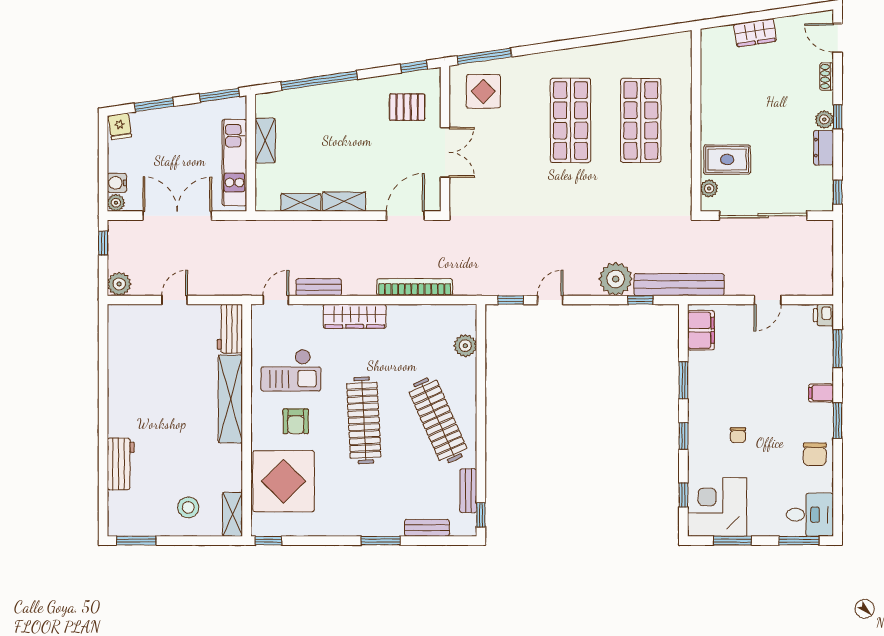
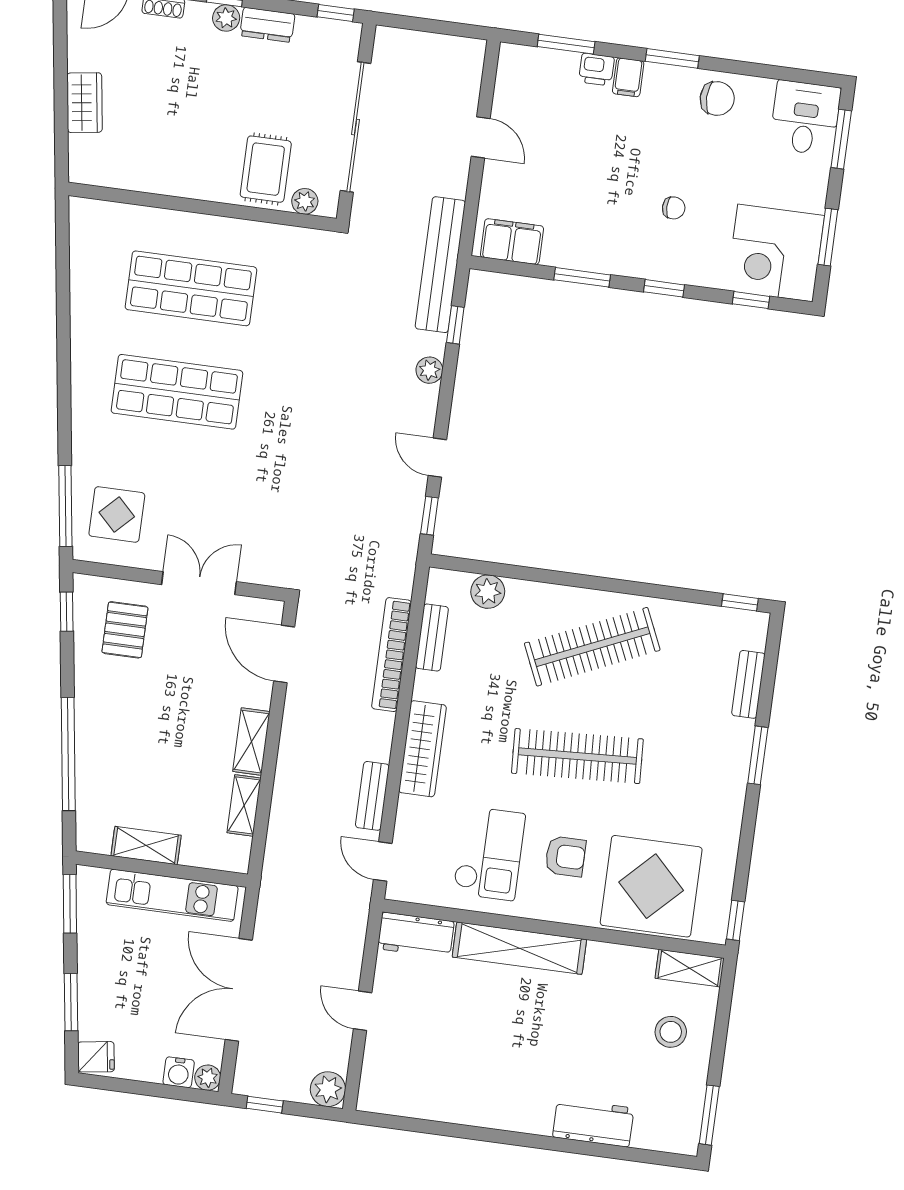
plant: (616, 279) -> (429, 370), width x0.53, depth x0.53
printer: (823, 315) -> (596, 69), moved
bench: (468, 491) -> (432, 638), moved, turned 90

